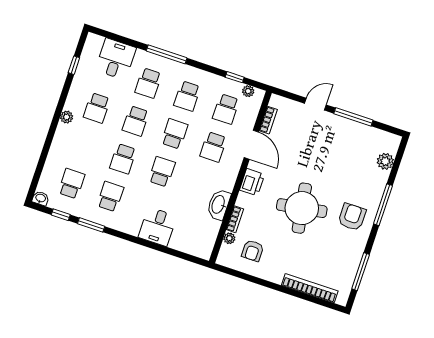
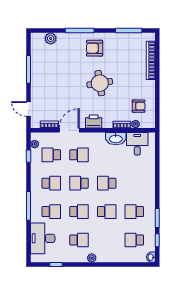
desk: (116, 59) -> (43, 238), width x1.37
door: (315, 104) -> (28, 109), moved
school desk: (226, 109) -> (51, 155), turned 180
round table: (302, 208) -> (100, 83), width x0.73, depth x0.73
desk: (158, 227) -> (137, 144), moved, turned -90

